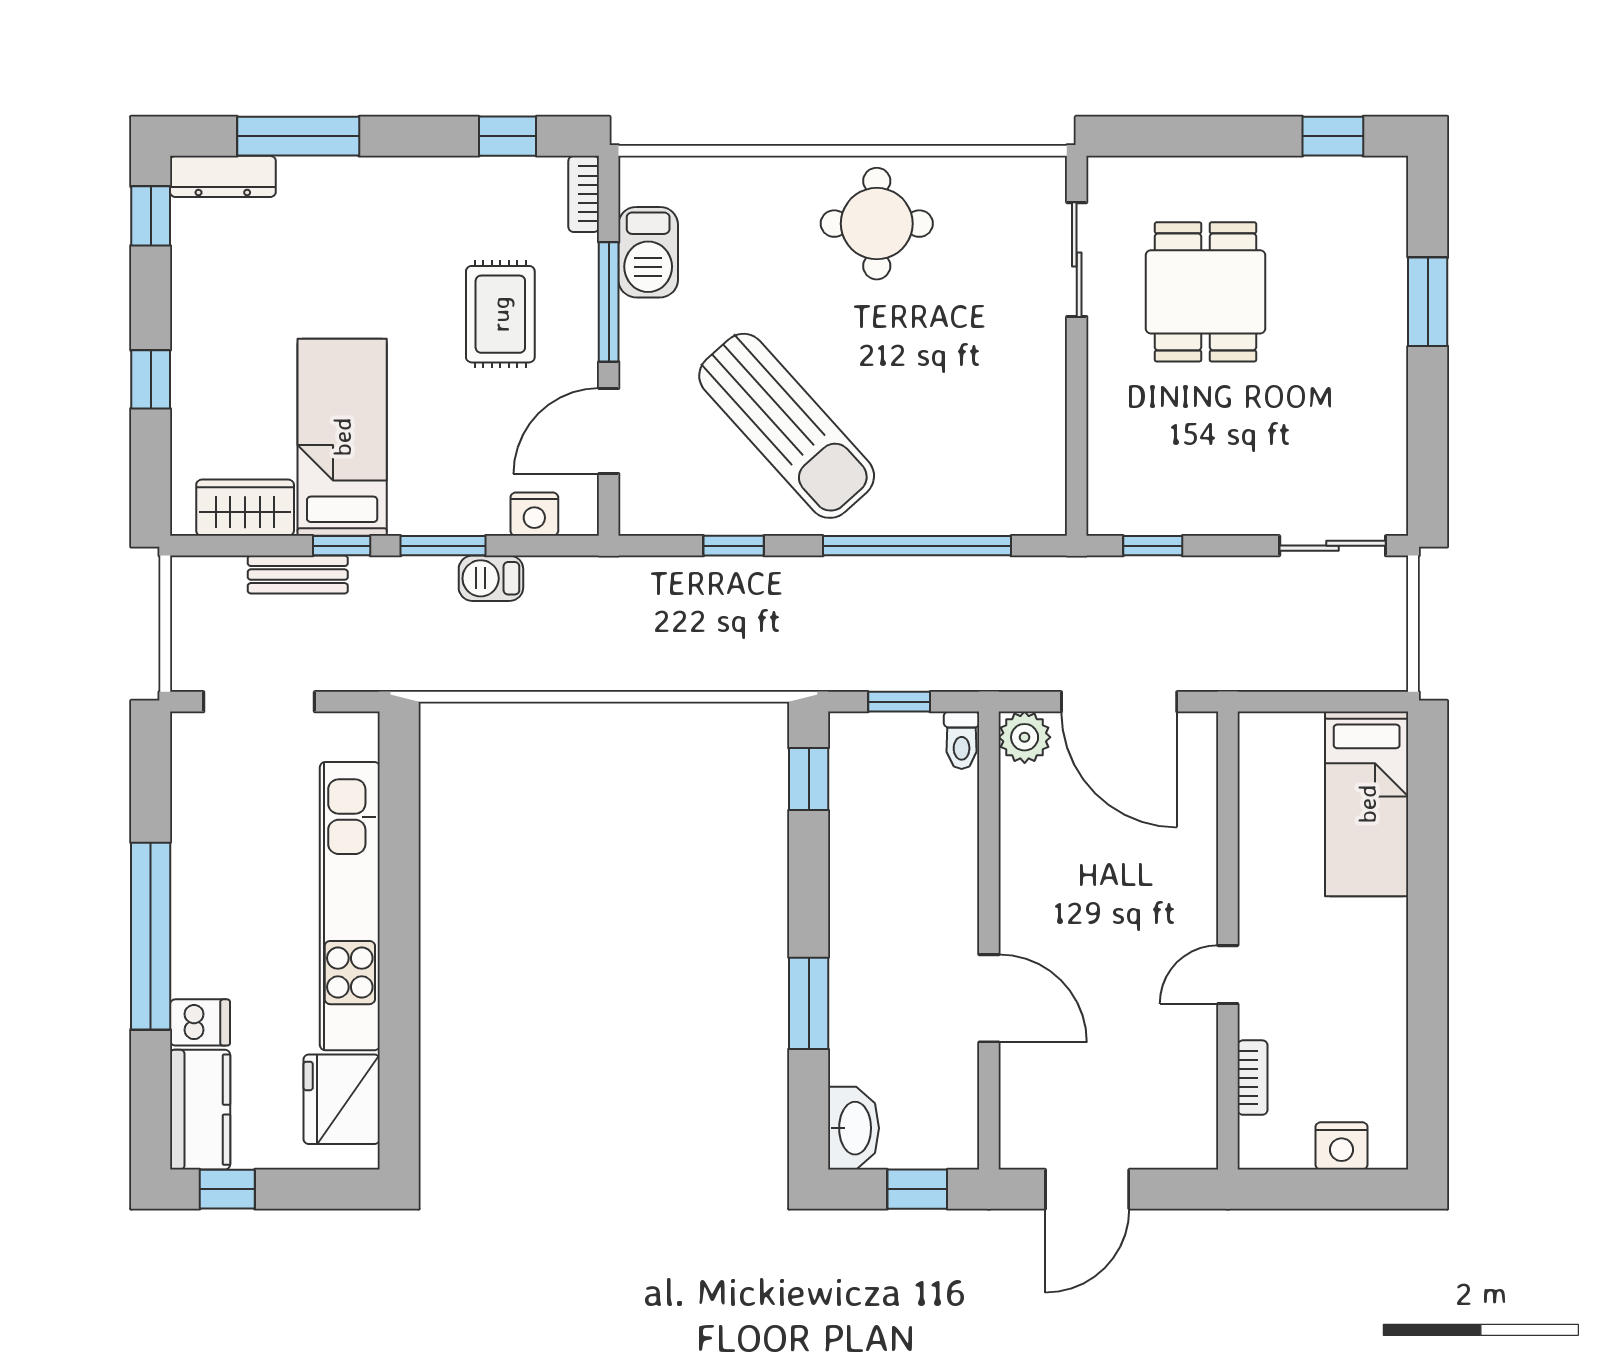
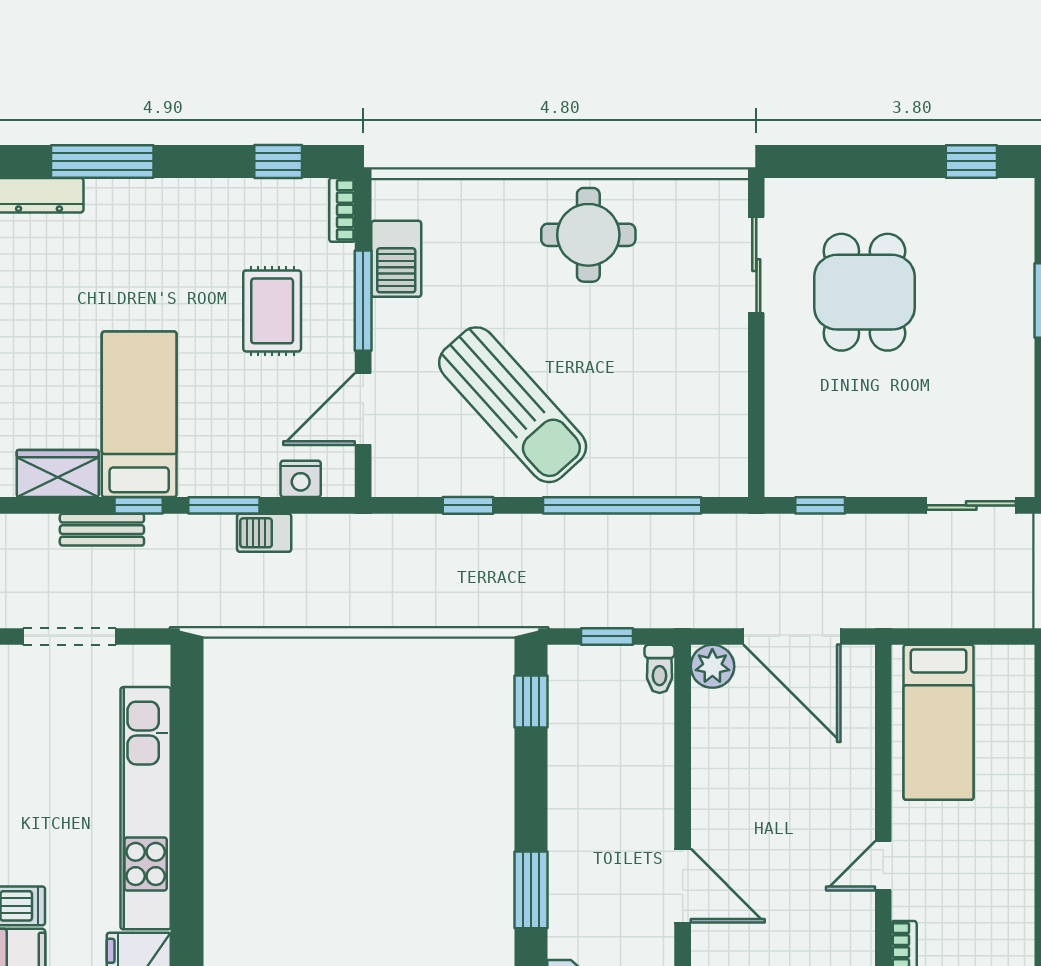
bed: (1367, 804) -> (939, 722), moved

